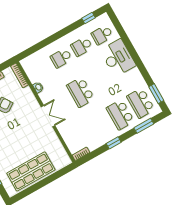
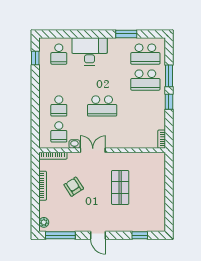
school desk: (82, 46) -> (59, 132), moved
window: (156, 94) -> (126, 34), moved
double door: (48, 116) -> (93, 150), moved
window: (144, 126) -> (169, 76), moved
shop shelf: (31, 171) -> (120, 187), moved, width x0.70, depth x0.74

